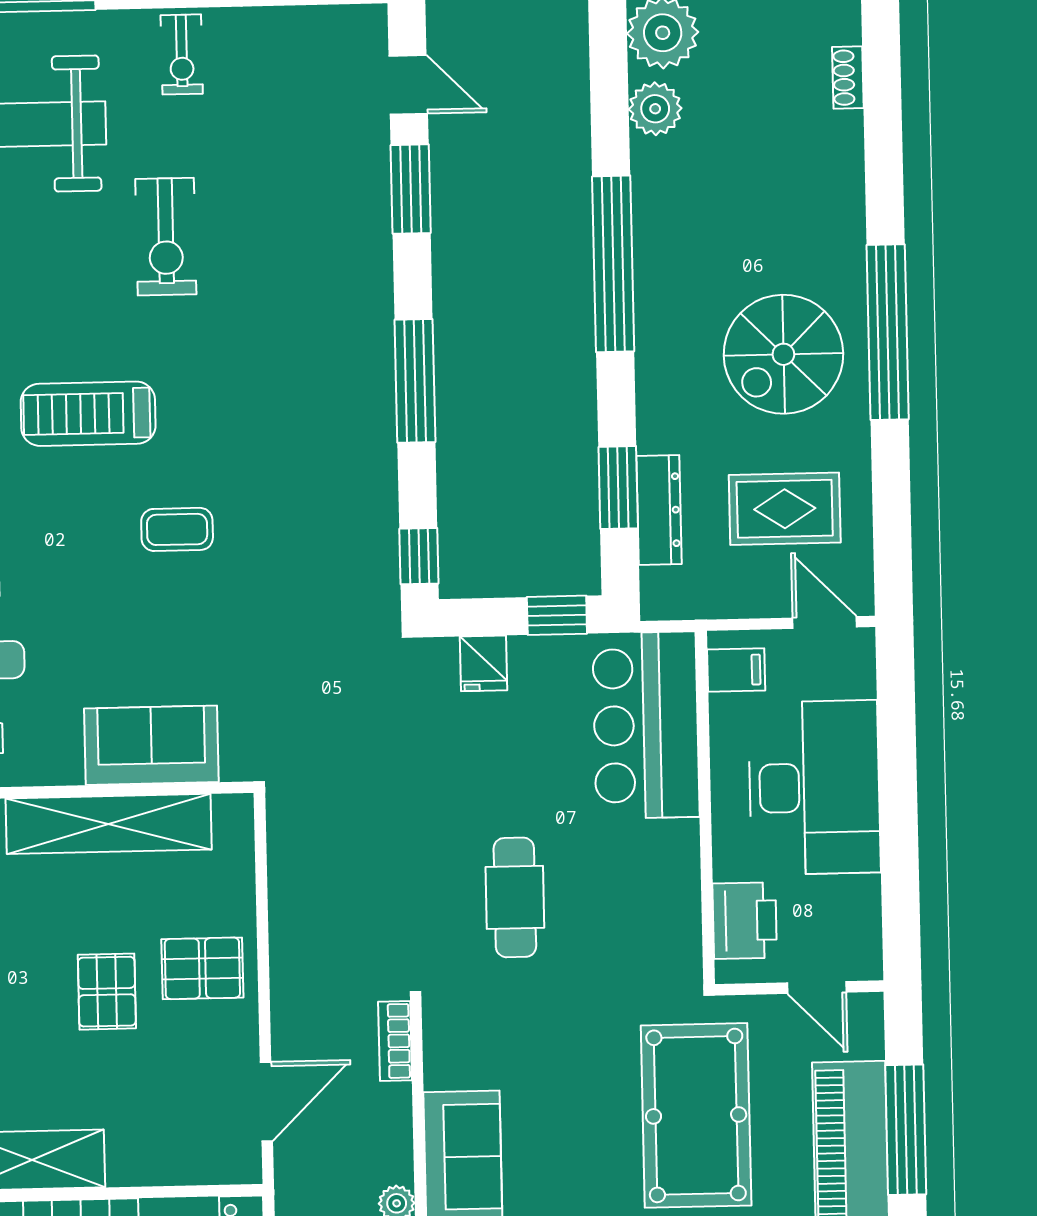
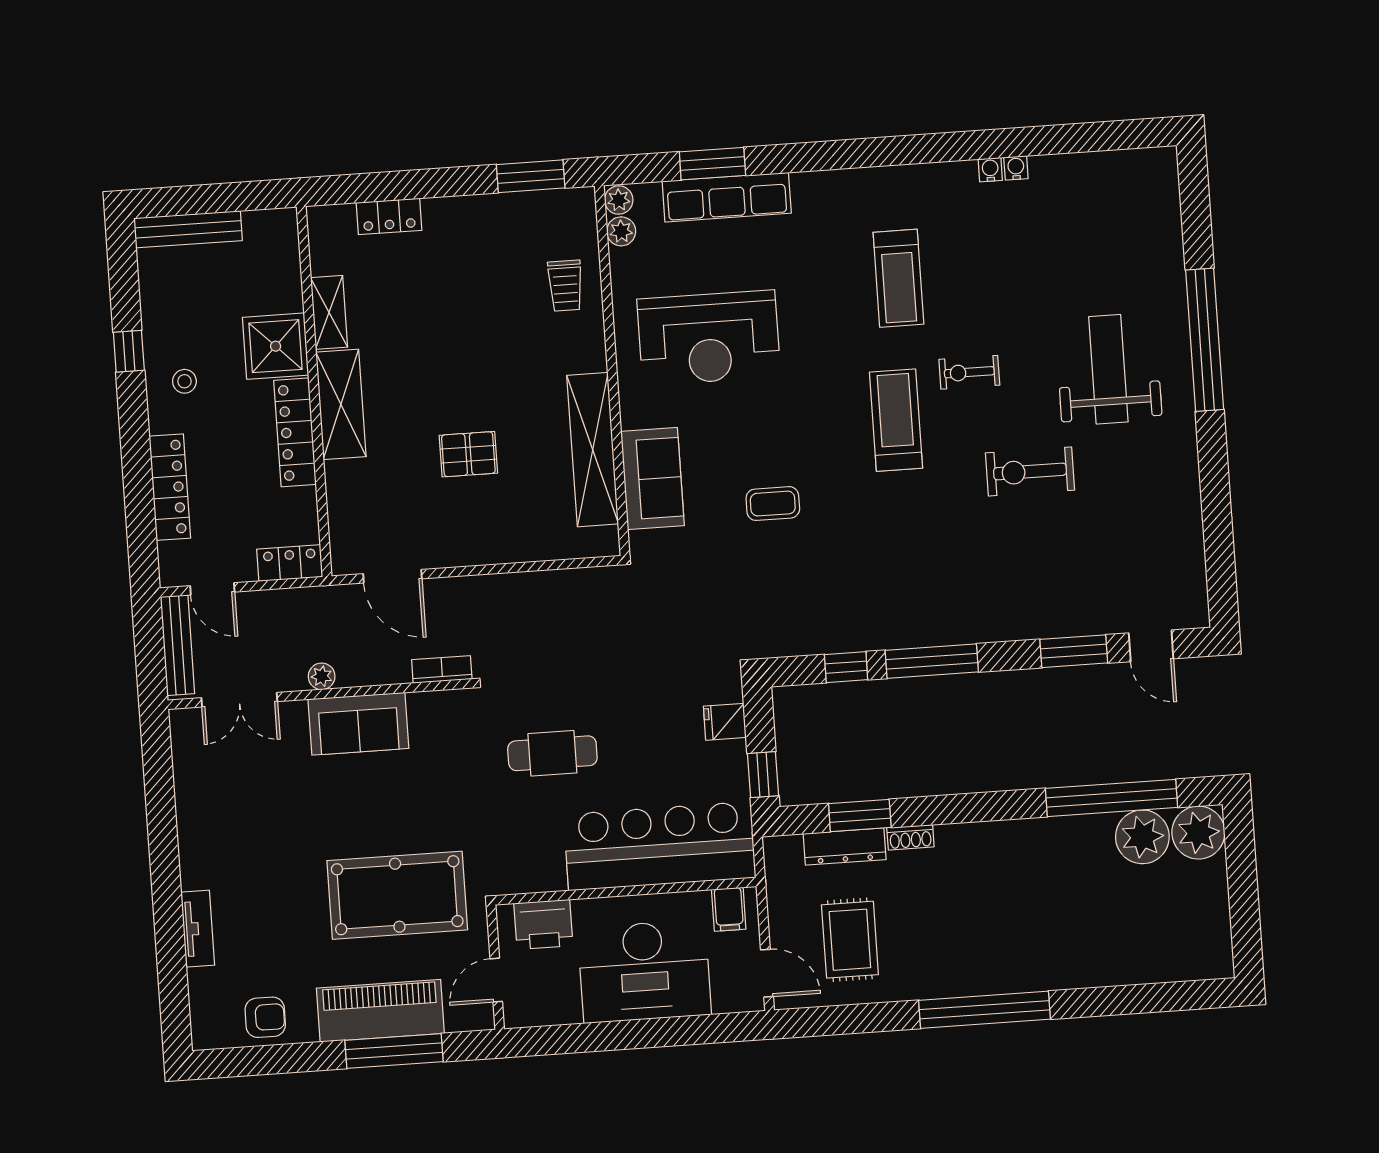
exercise bike: (182, 54) -> (969, 372), moved
shoe rack: (848, 78) -> (910, 837), moved, turned 180
door: (408, 85) -> (1151, 646), hinge flipped
plant: (655, 109) -> (1142, 837), width x1.36, depth x1.36
window: (613, 264) -> (1112, 798), moved
spiral stairs: (783, 354) -> (964, 933), removed
coffee table: (177, 529) -> (773, 504), moved, turned 90
window: (419, 556) -> (846, 667), moved
door: (825, 623) -> (767, 973), hinge flipped
bar counter: (646, 725) -> (660, 846), width x1.36
pallet: (202, 968) -> (489, 524), removed

